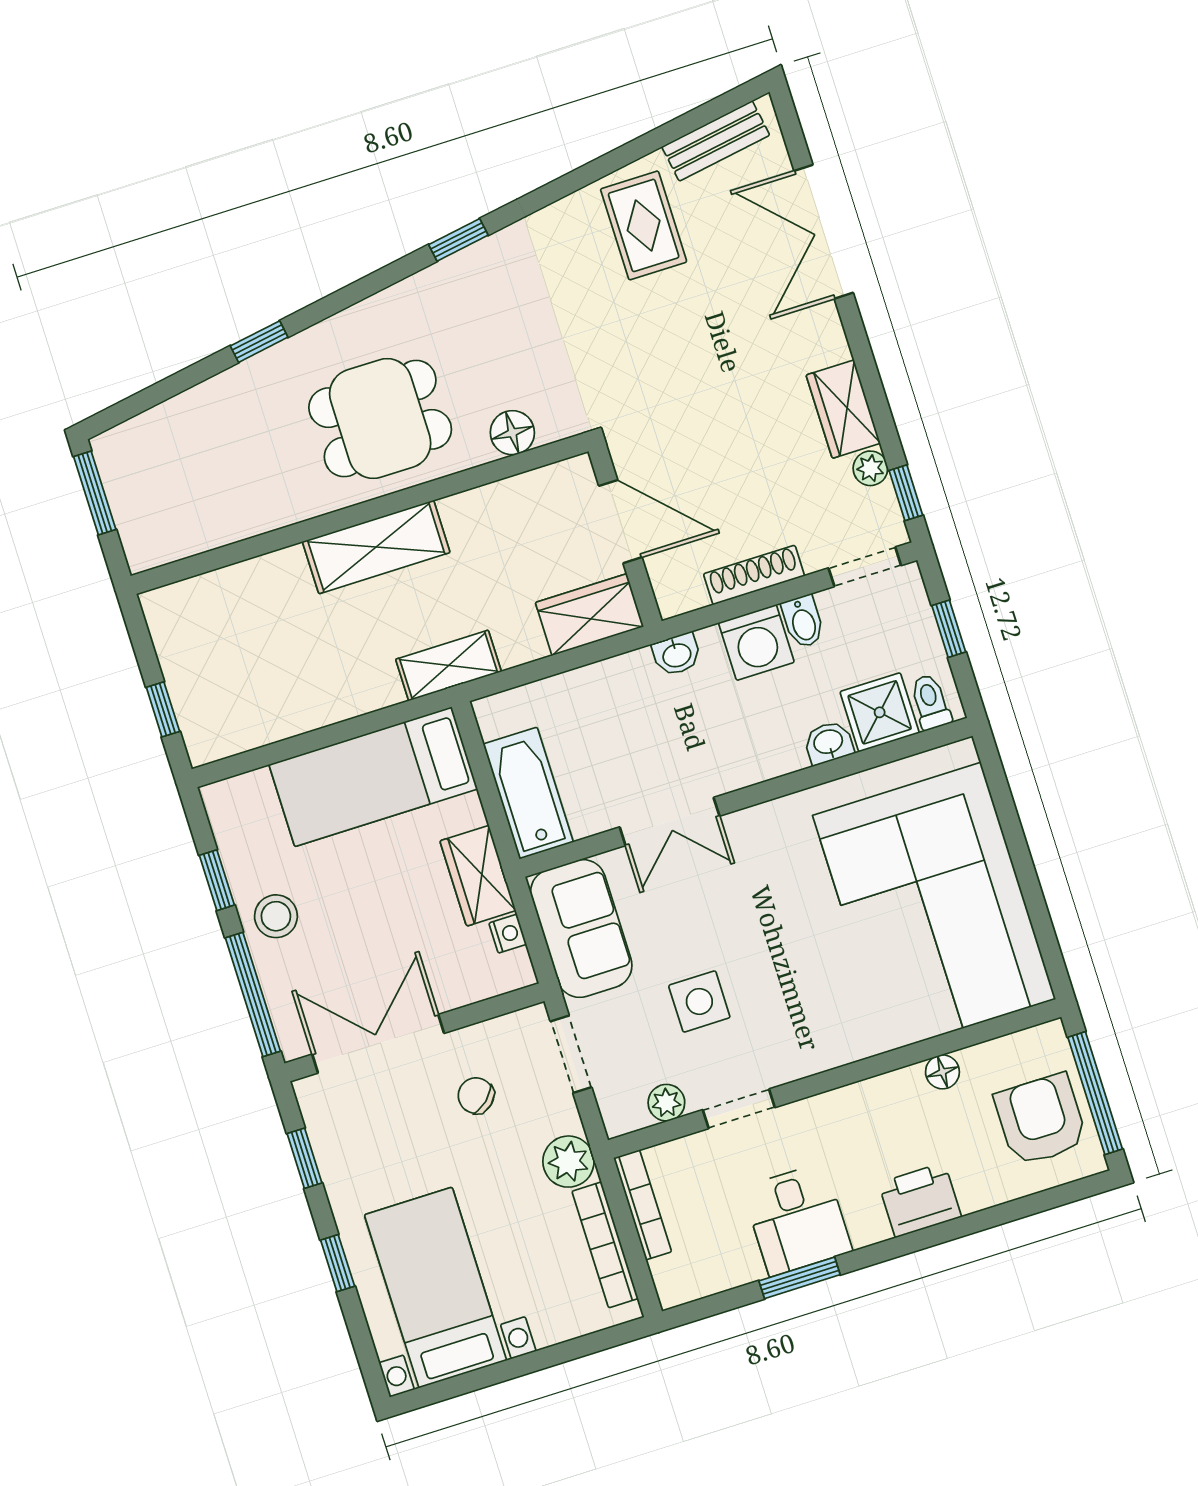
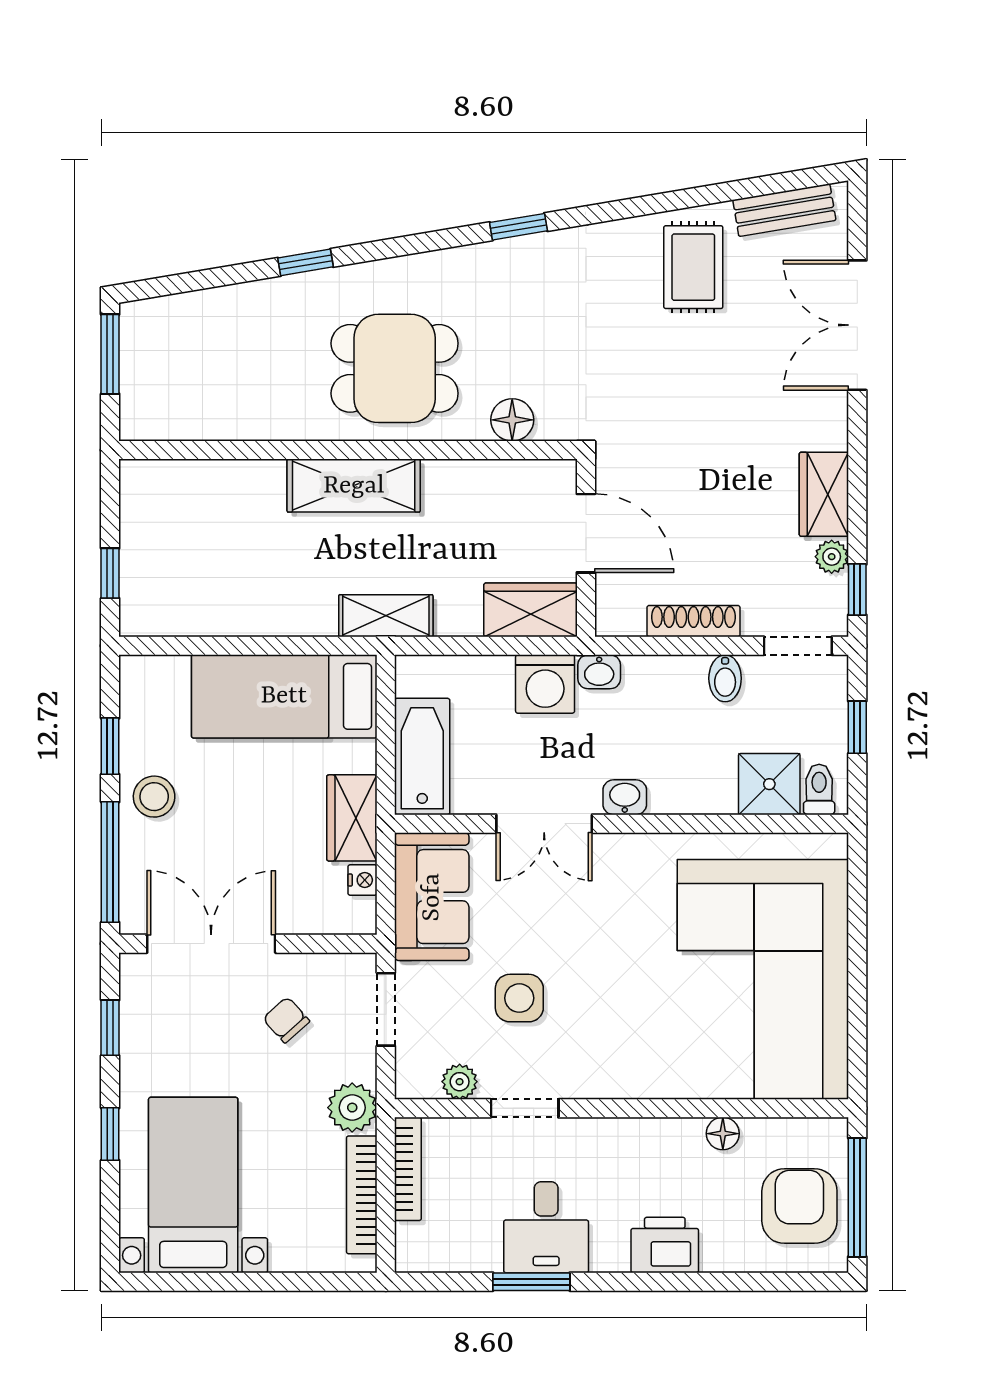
washing machine: (756, 642) -> (545, 684), moved
washbasin: (829, 743) -> (625, 797), moved

